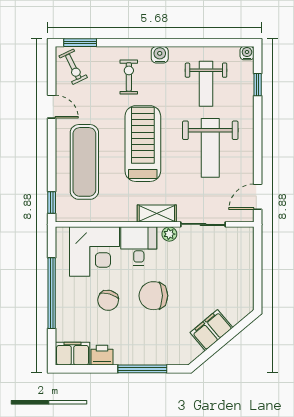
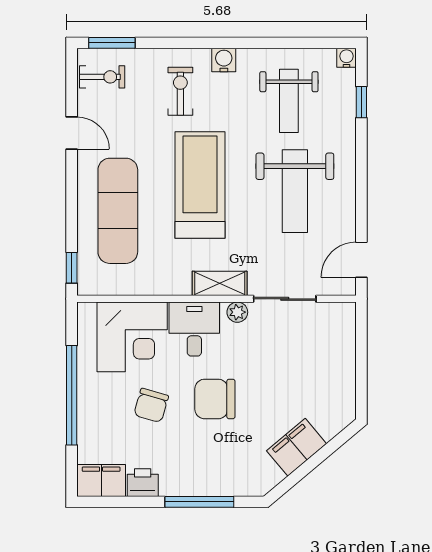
exercise bike: (73, 67) -> (102, 77), turned -64

